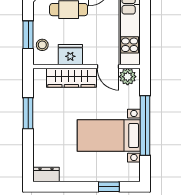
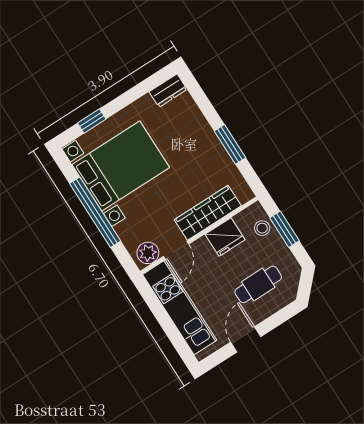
door: (108, 67) -> (176, 250), swing flipped
bed with nightstands: (109, 136) -> (121, 166), width x1.36

